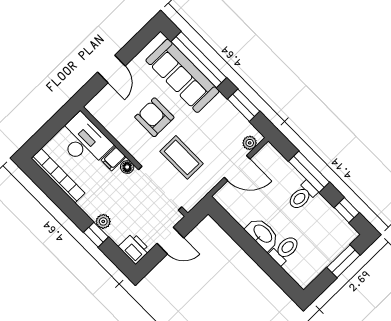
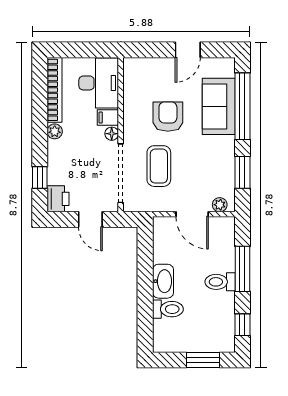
door: (111, 69) -> (188, 50), moved
sofa: (182, 76) -> (219, 106), width x0.73
plant: (103, 221) -> (55, 131), moved
window: (96, 235) -> (40, 177), moved

